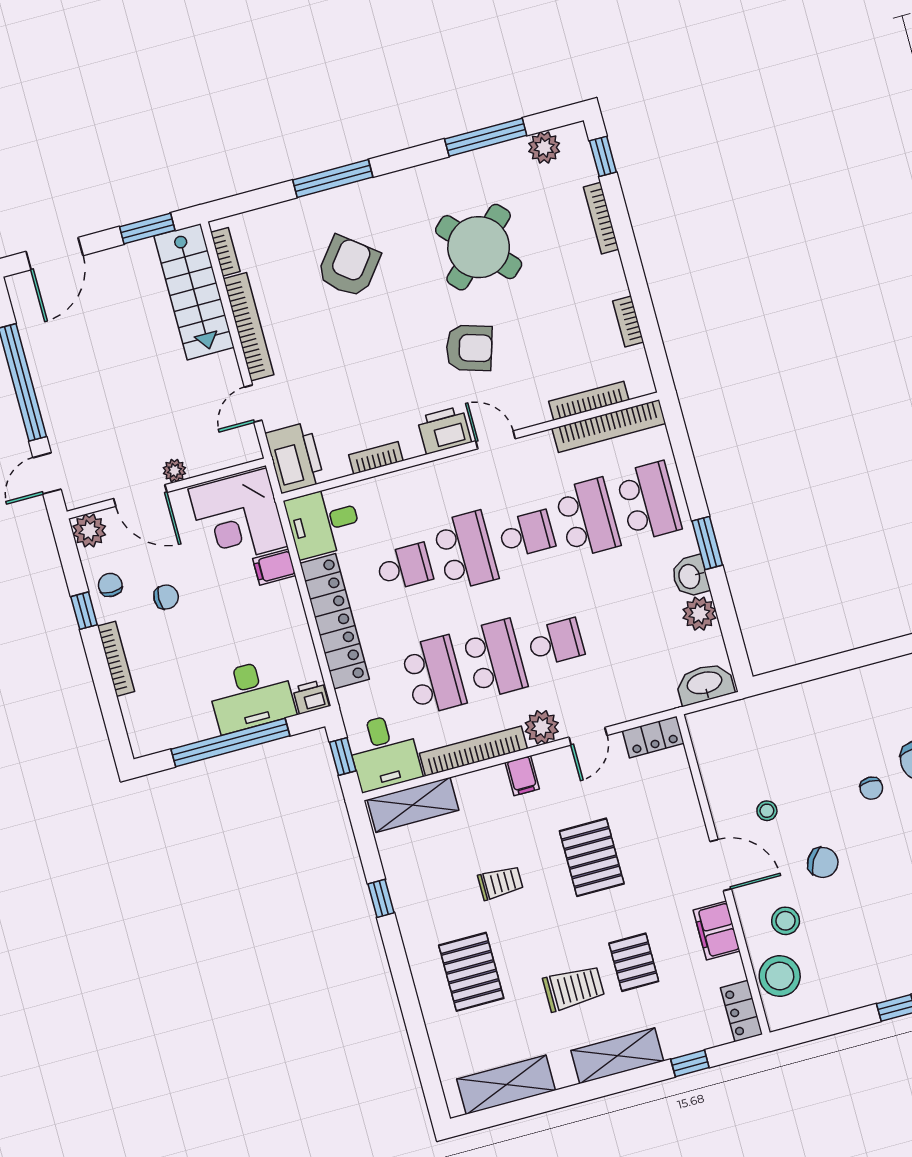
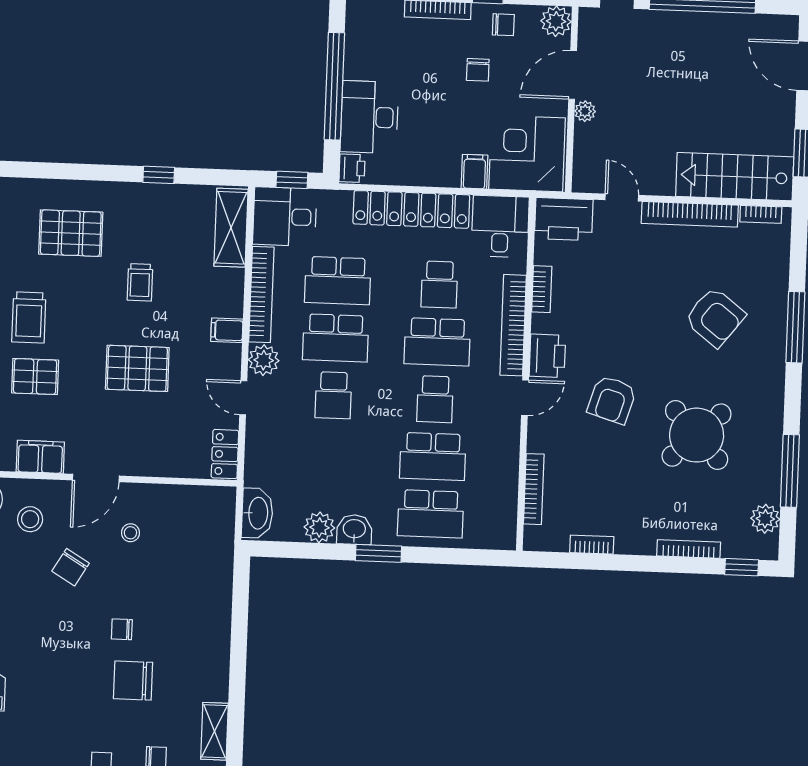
bookcase: (609, 426) -> (513, 325), moved

